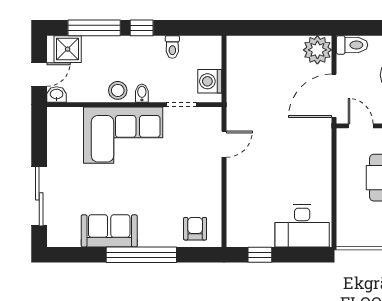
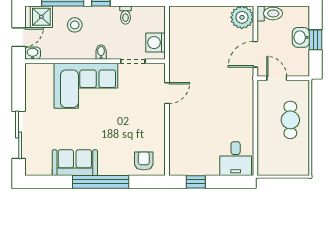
stool: (118, 90) -> (75, 25), moved
door: (334, 96) -> (255, 54), width x0.73
desk: (302, 226) -> (236, 159), width x0.73

